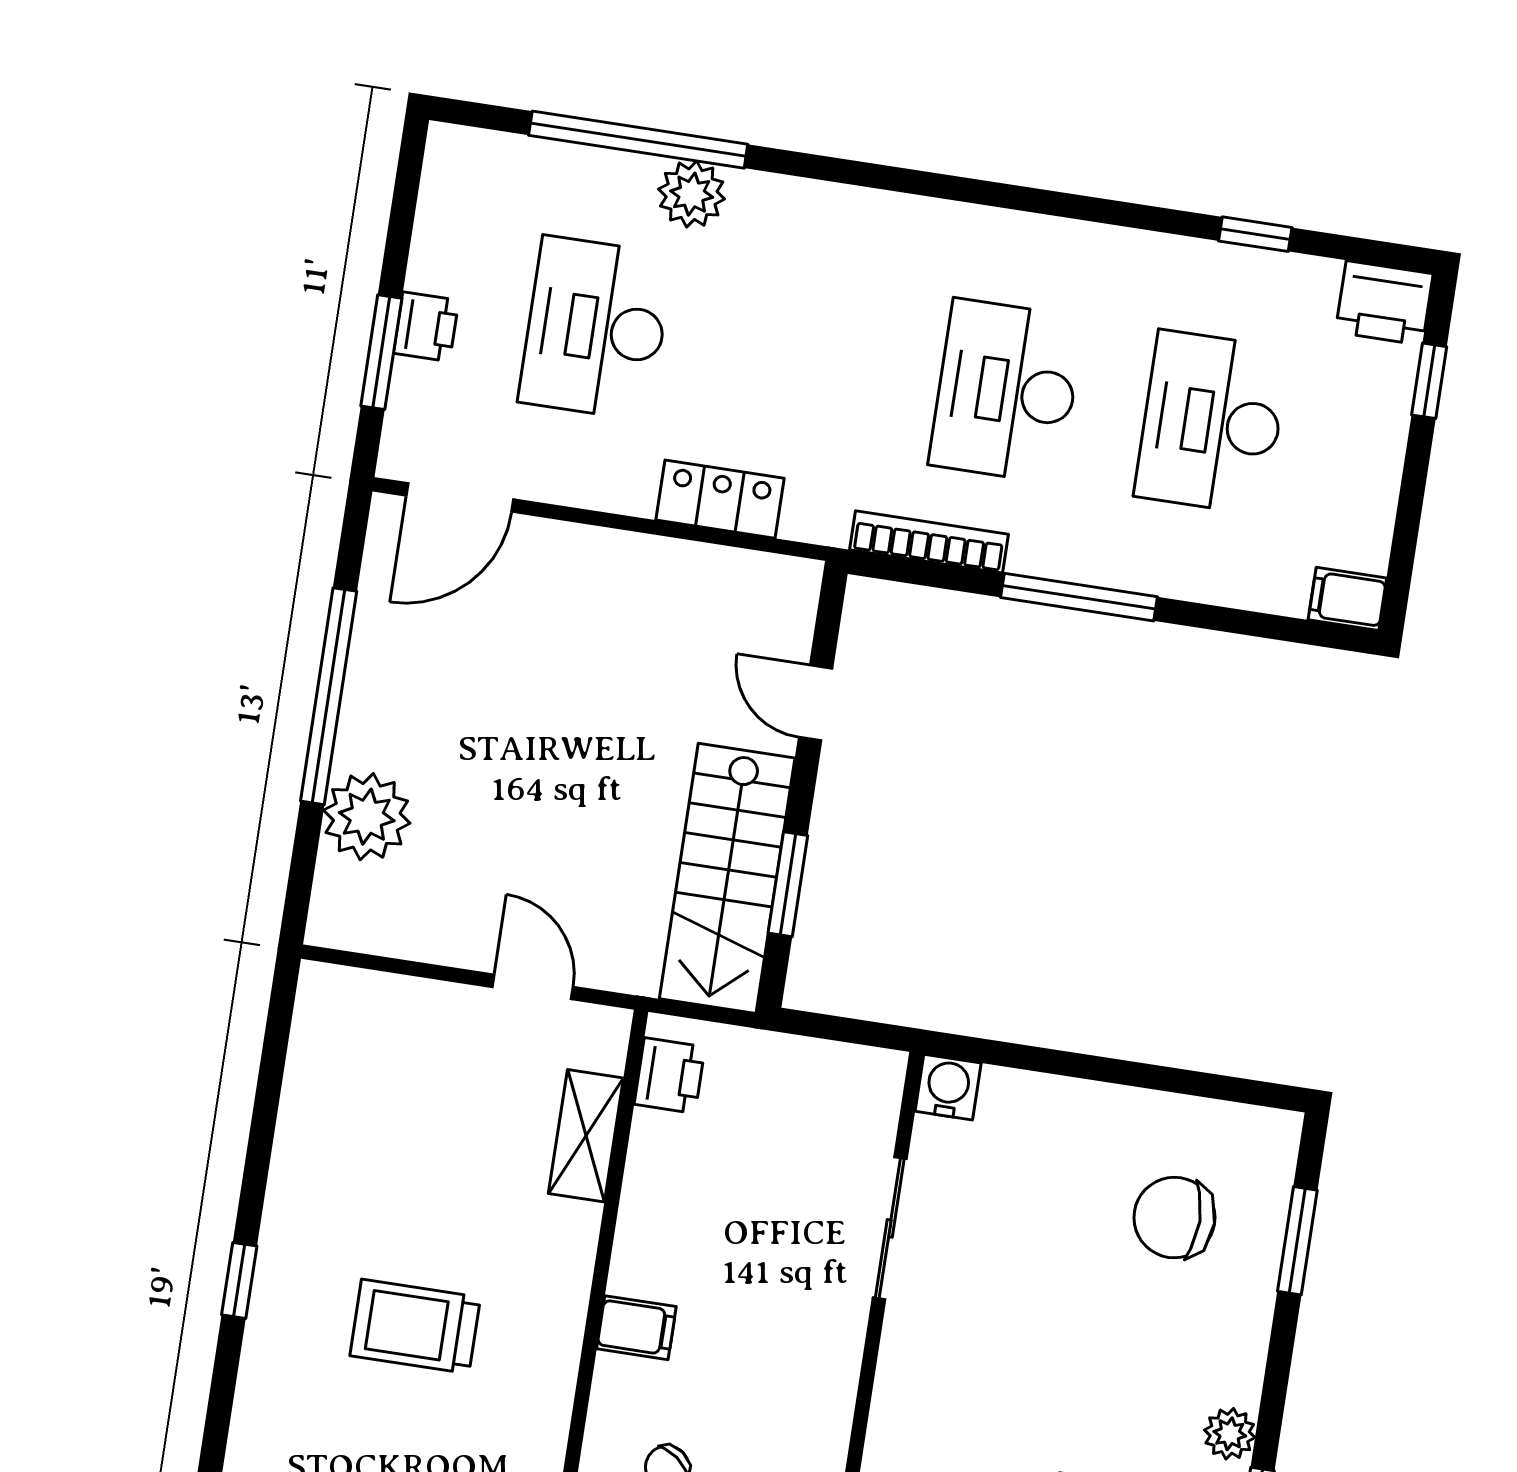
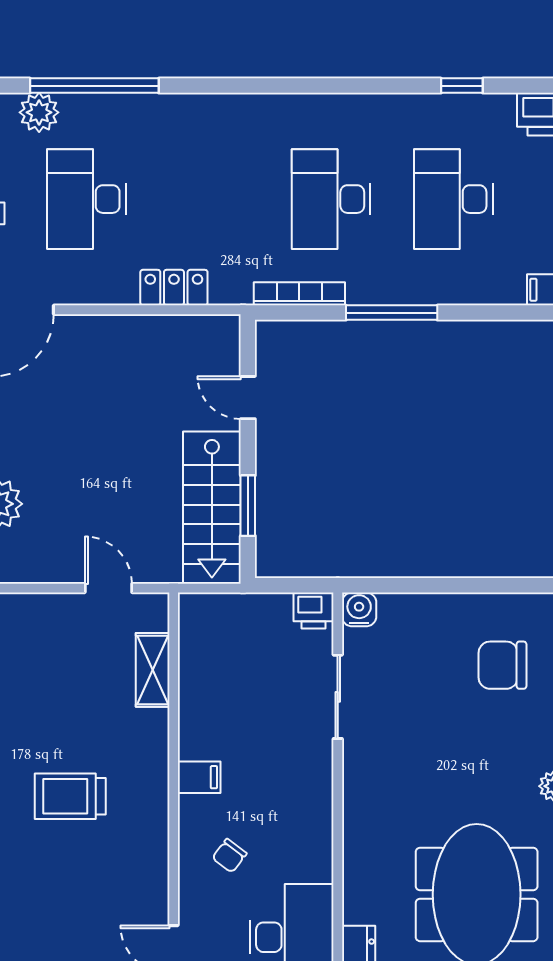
plant: (692, 194) -> (39, 112), moved
printer: (670, 1076) -> (313, 610), moved, turned 90

